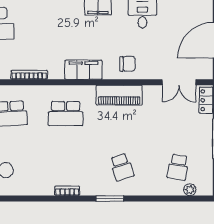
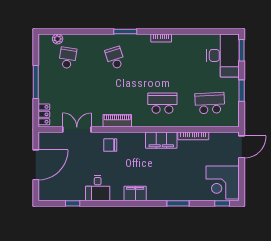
filing cabinet: (83, 70) -> (161, 140), moved
double door: (179, 82) -> (77, 130), moved
piano: (119, 95) -> (117, 121), width x0.73, depth x0.75

